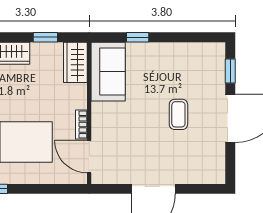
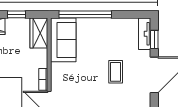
window: (138, 37) -> (85, 14), width x3.17
tv unit: (217, 63) -> (145, 34), added

